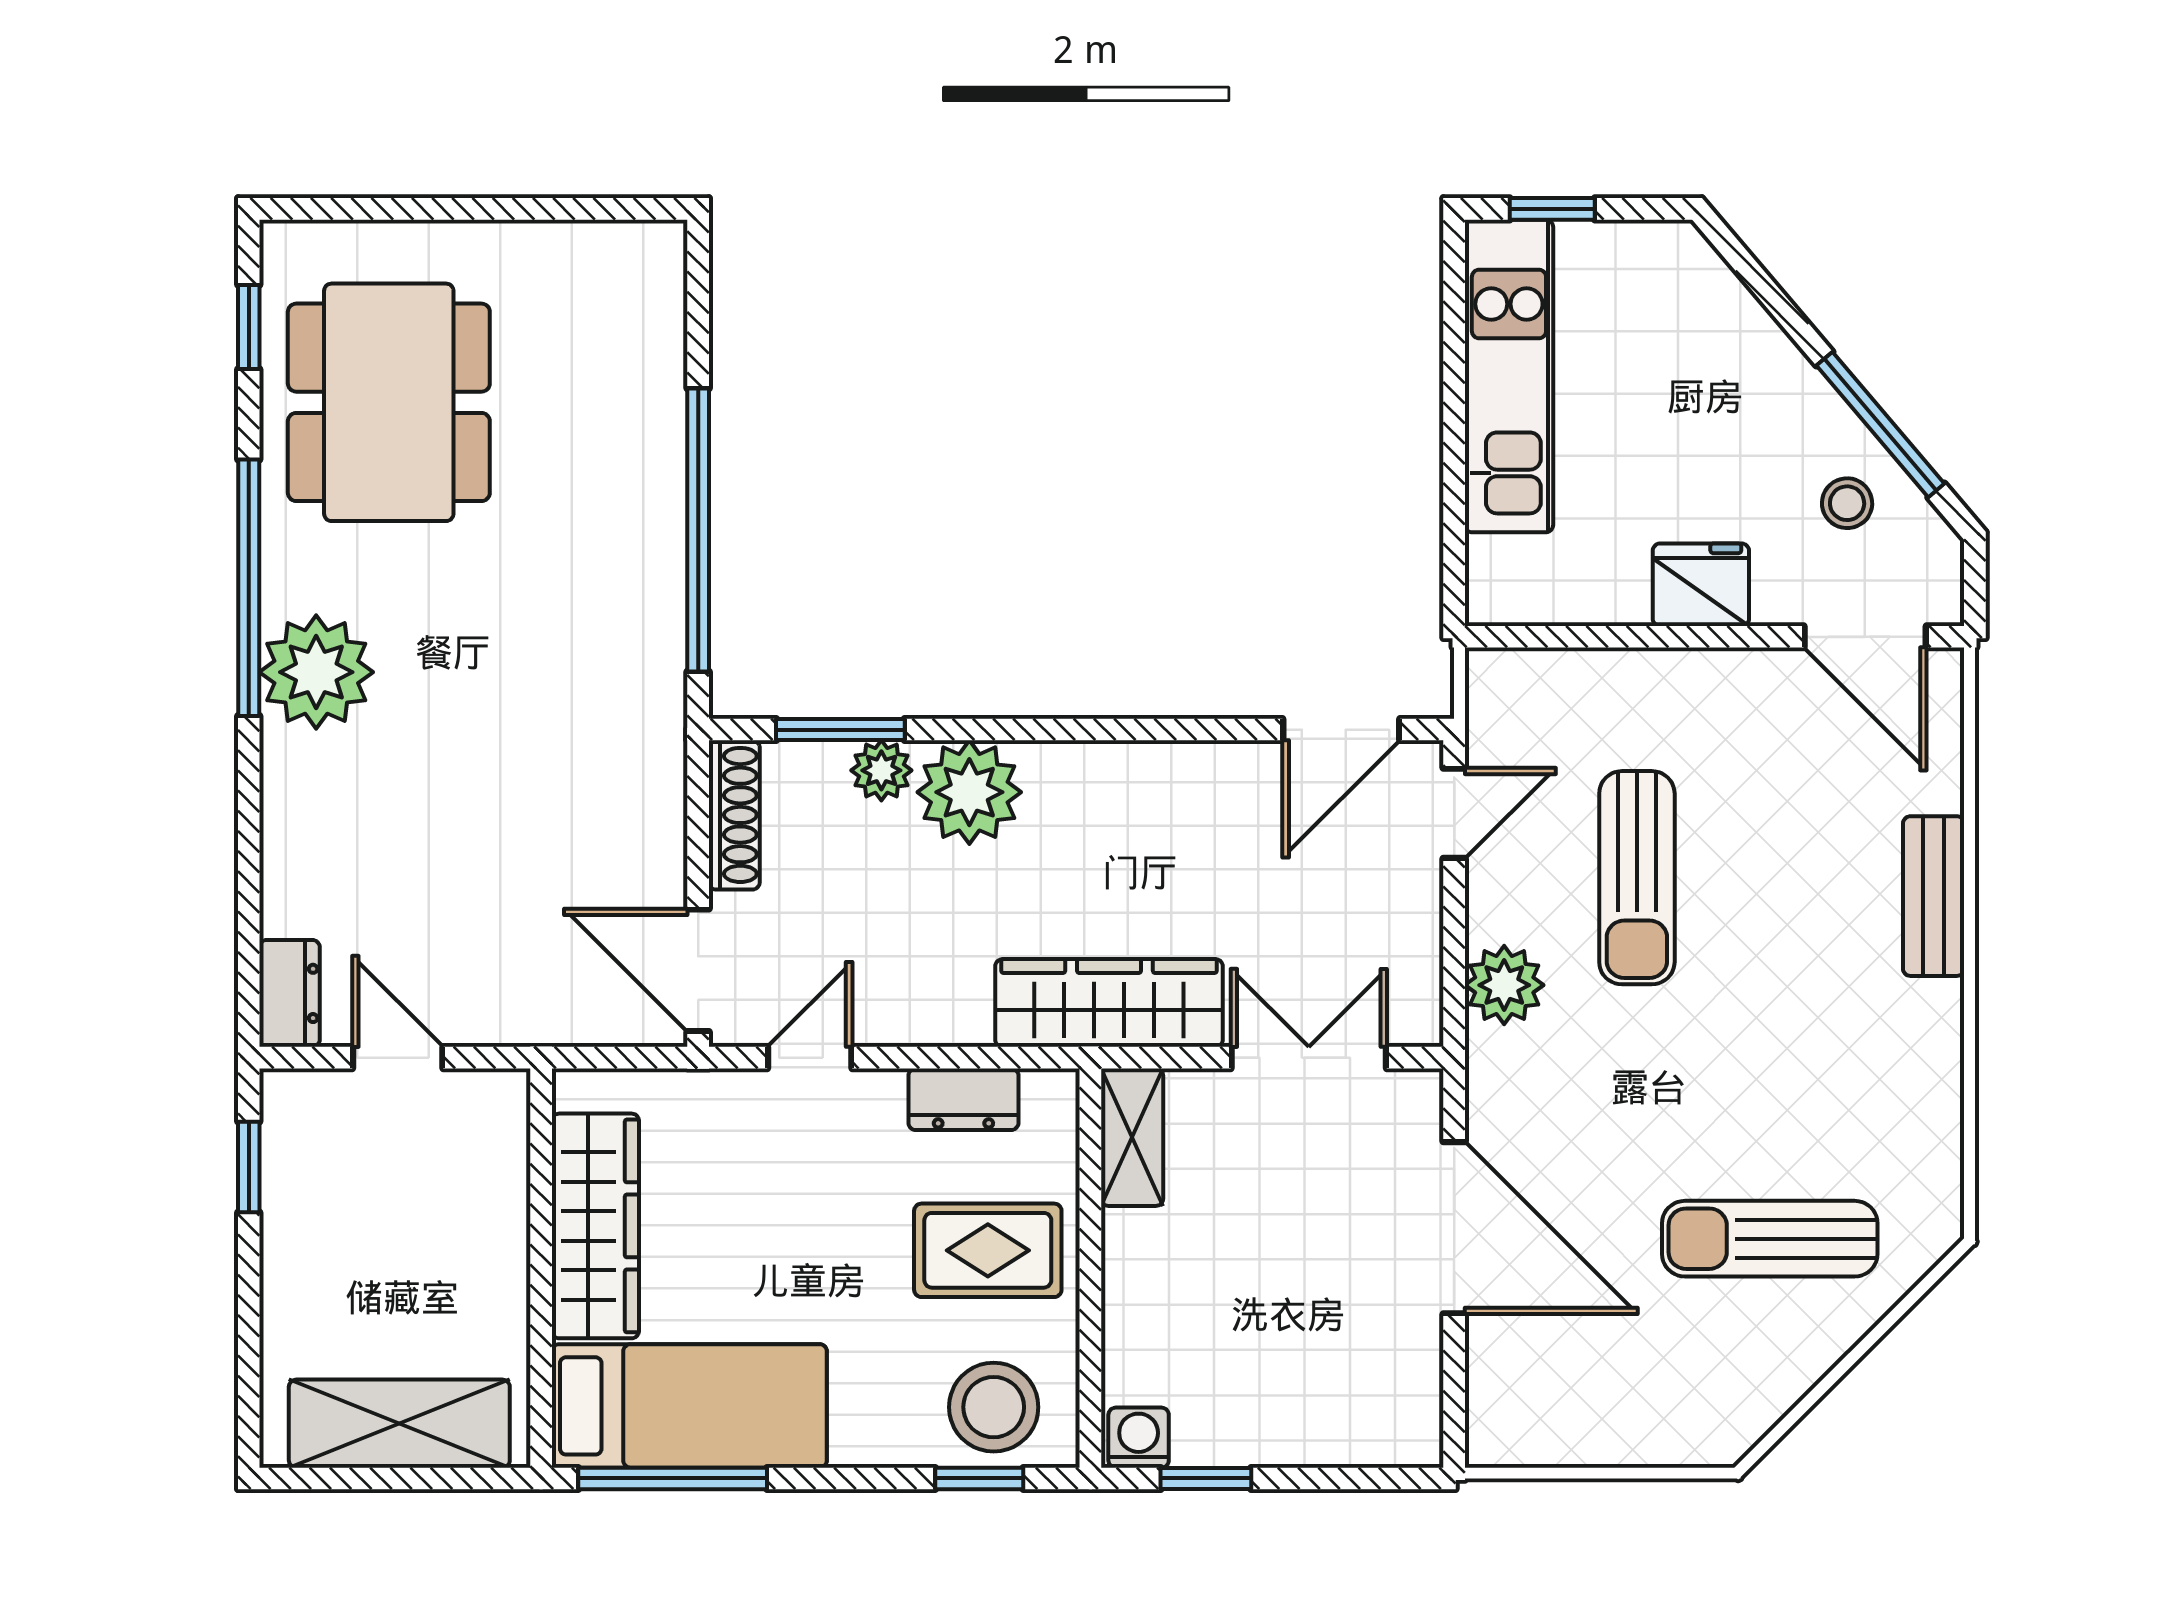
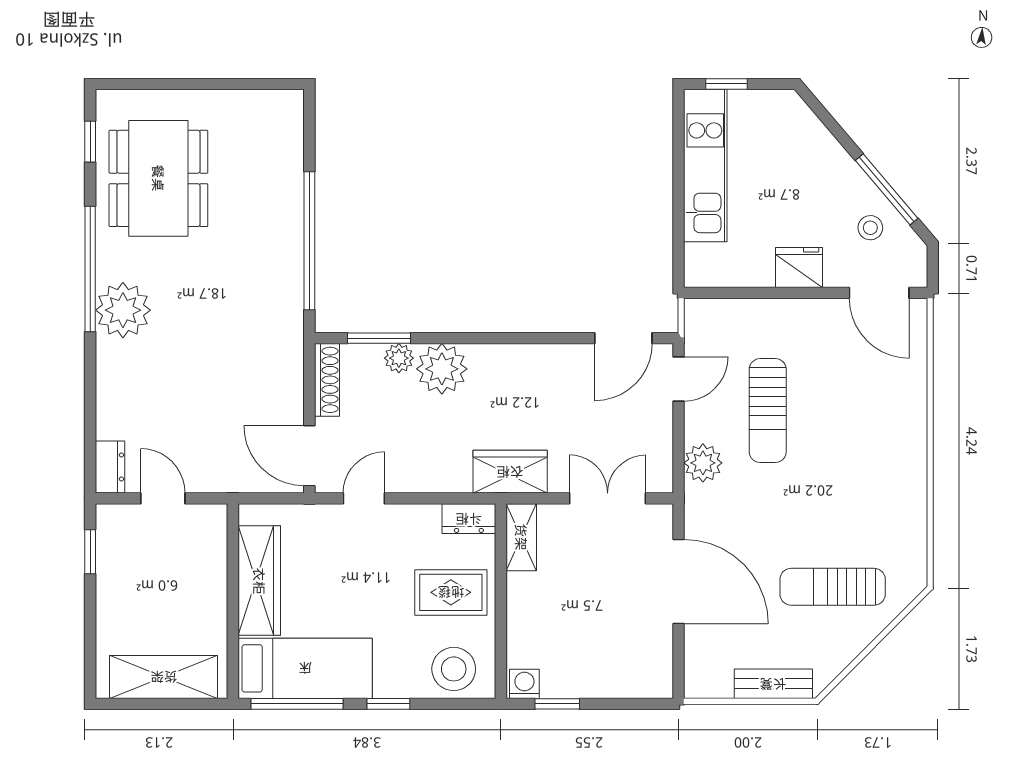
bench: (1934, 896) -> (773, 684), moved, turned 90
wardrobe: (1109, 1003) -> (510, 472), width x0.67
dresser: (963, 1099) -> (469, 519), moved
window: (979, 1478) -> (388, 704), moved

